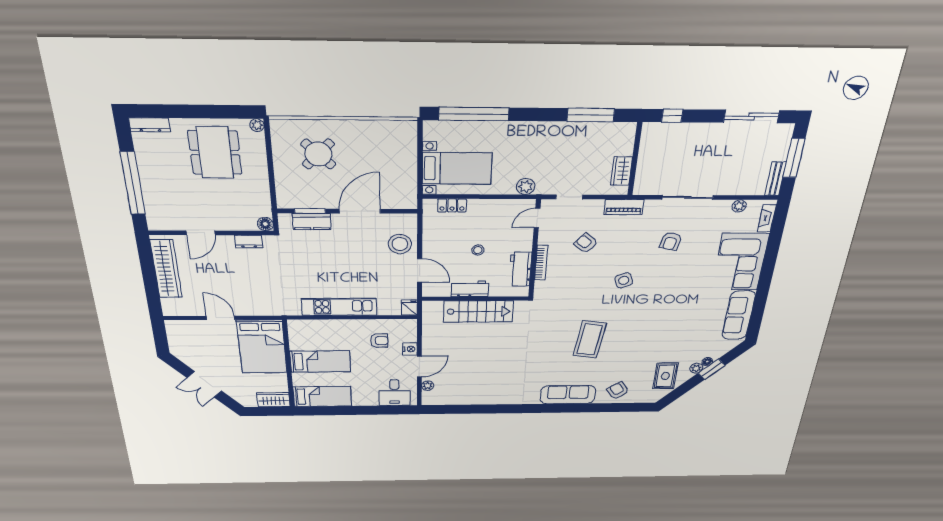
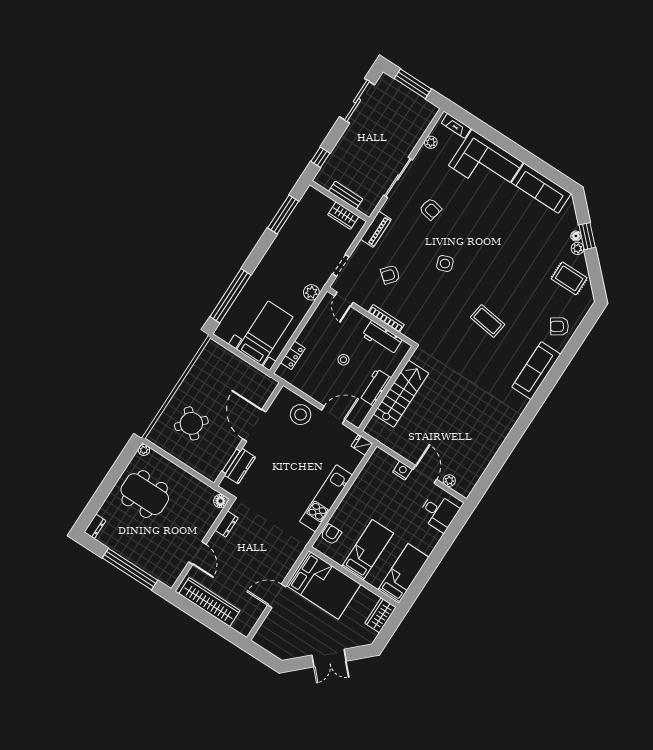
dresser: (150, 125) -> (95, 526), width x0.70
bench: (775, 179) -> (346, 195), moved
coffee table: (590, 339) -> (488, 321), width x0.73, depth x0.76
armchair: (379, 341) -> (331, 534), moved

